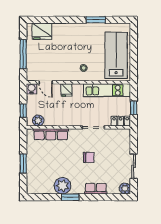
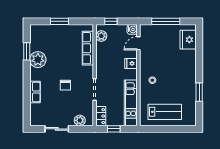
lab bench: (116, 55) -> (165, 112), width x0.73, depth x0.72
plant: (125, 189) -> (80, 120), moved
window: (70, 197) -> (27, 51), moved

